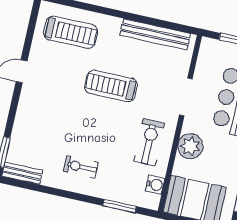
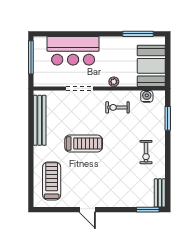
treadmill: (111, 86) -> (84, 143), turned -90
exercise bike: (149, 142) -> (117, 107), width x0.73, depth x0.72
plant: (190, 146) -> (114, 82), width x0.53, depth x0.53

